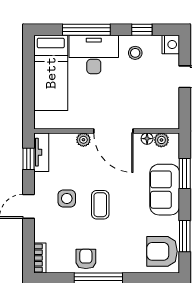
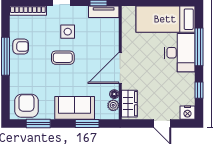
stool: (135, 53) -> (181, 85), removed
wardrobe: (159, 119) -> (129, 104), added
plant: (83, 140) -> (113, 45), removed
bookcase: (40, 258) -> (28, 11), width x1.56

